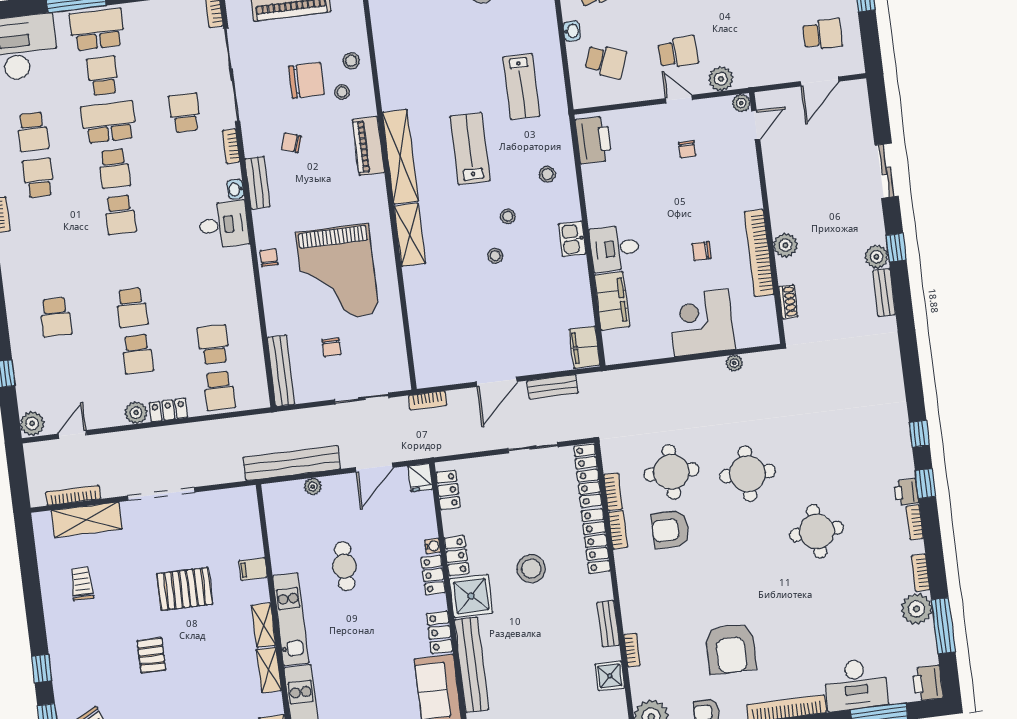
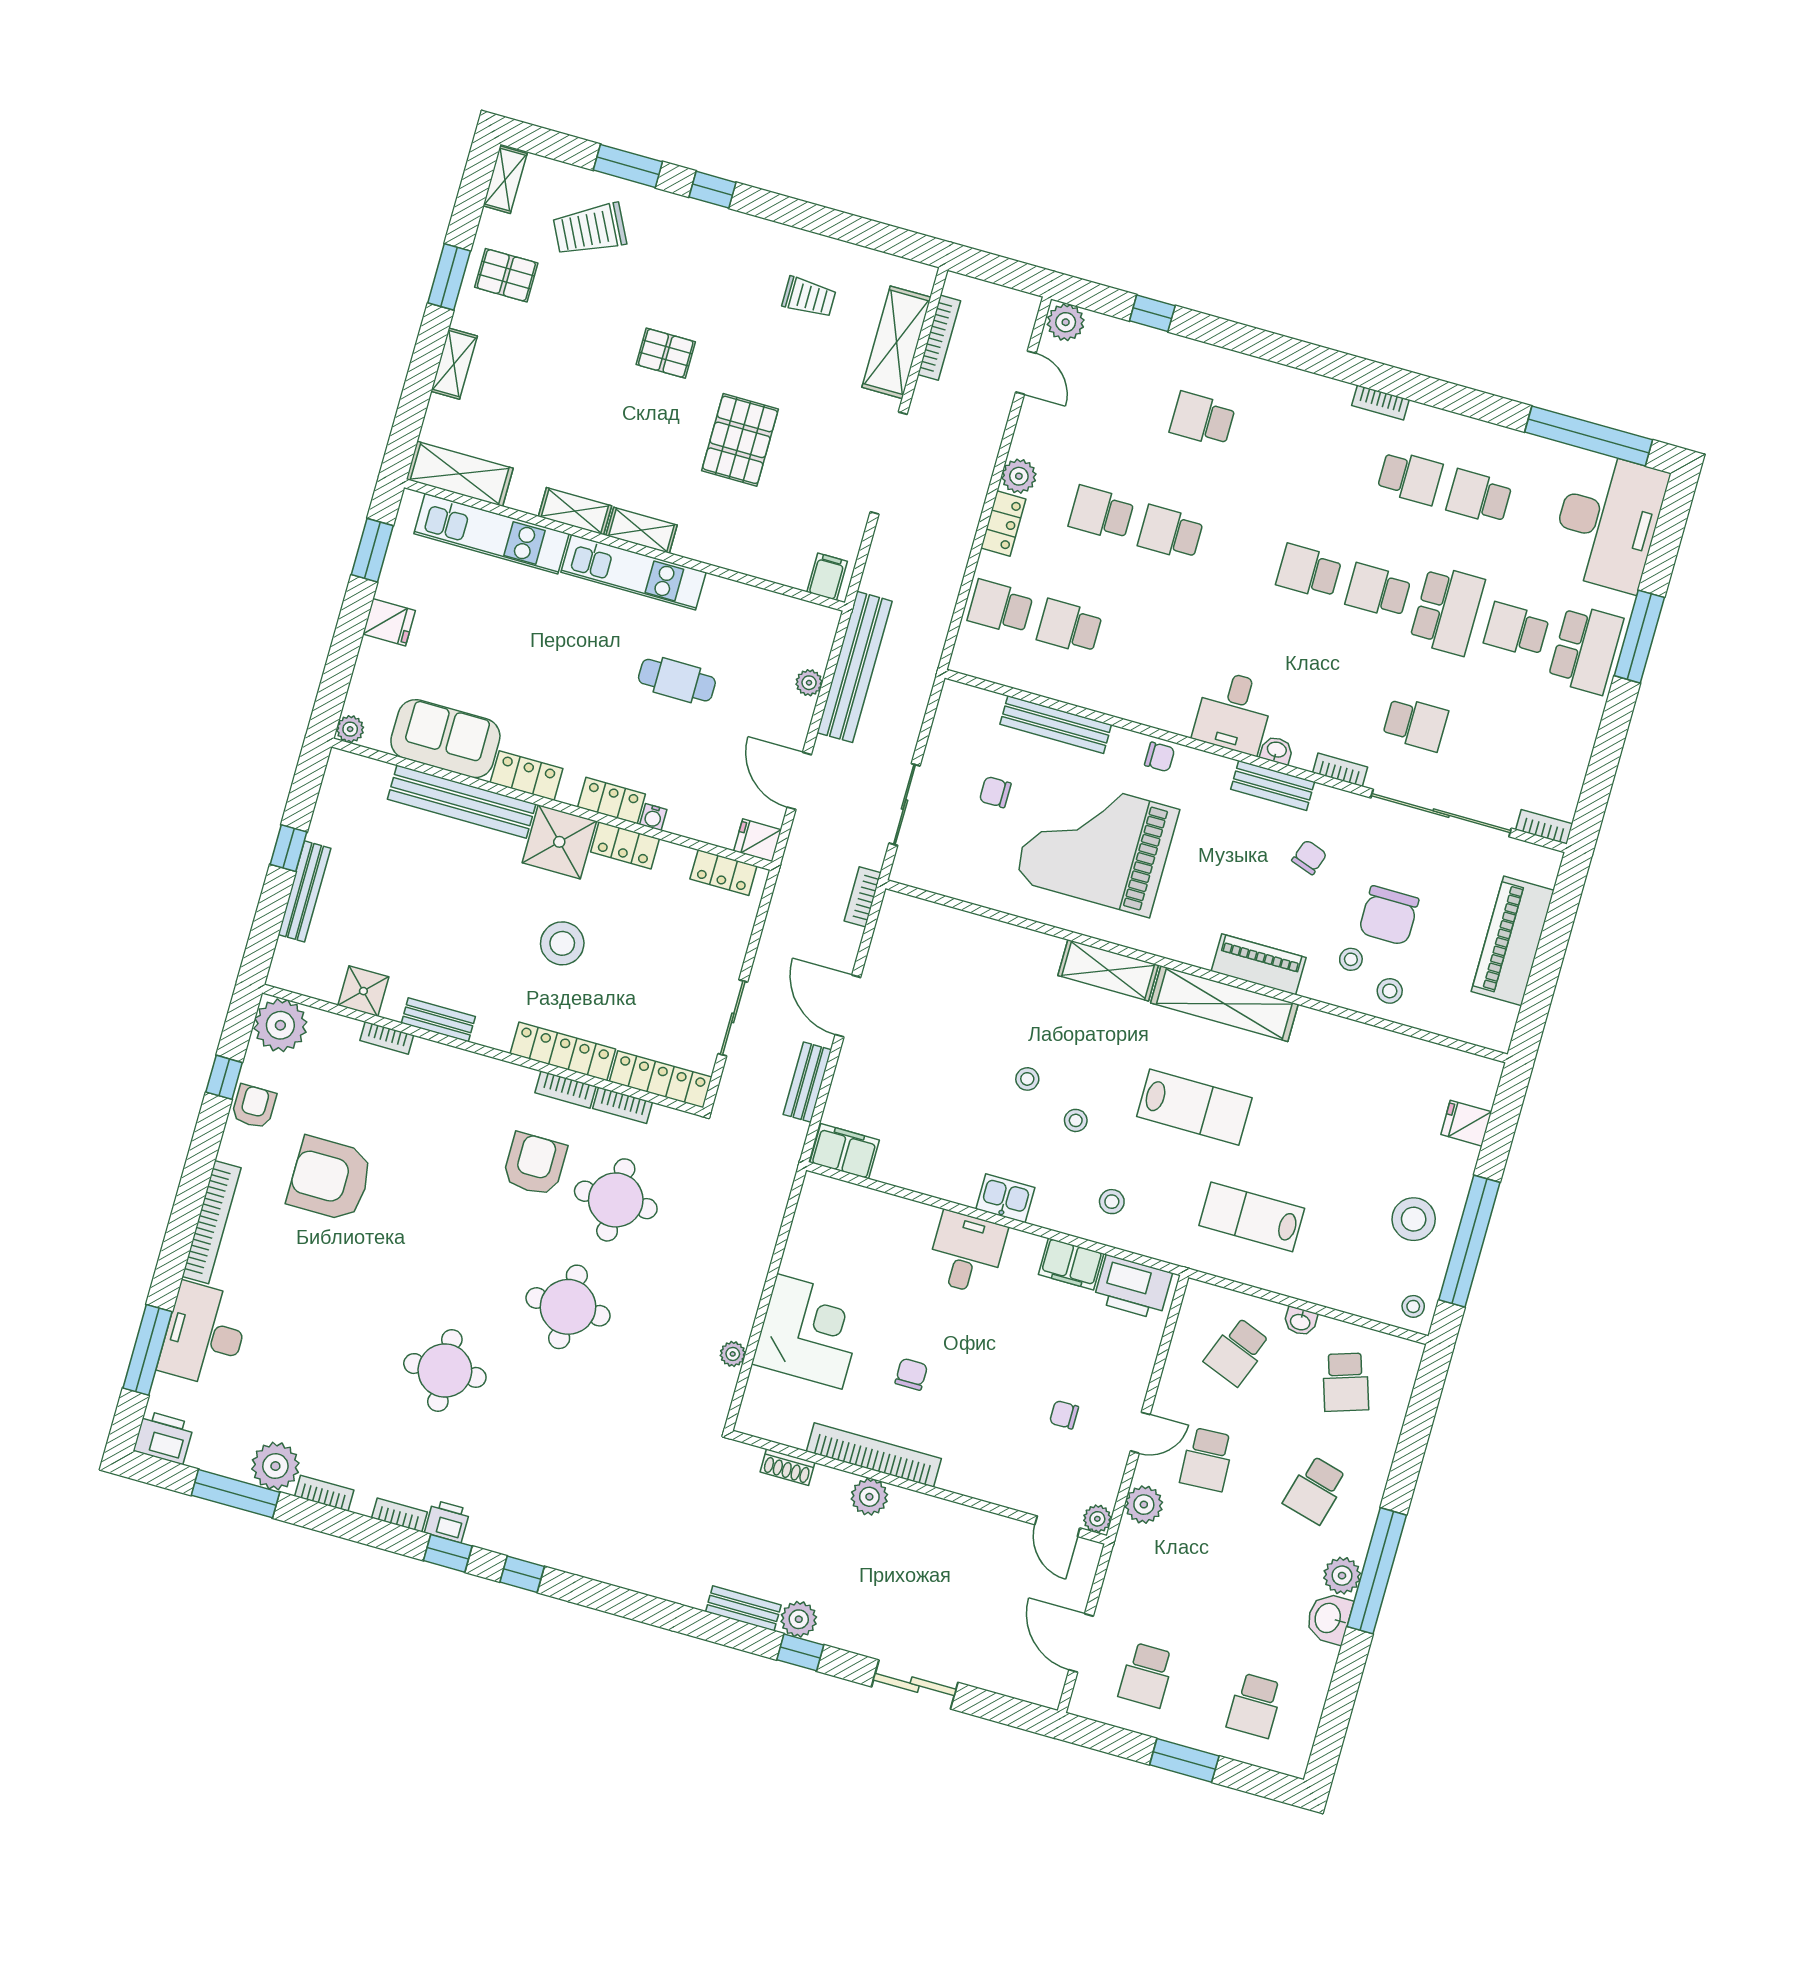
school desk: (103, 76) -> (1516, 630), turned 180
filing cabinet: (612, 301) -> (1071, 1264), moved, width x0.67, depth x0.86
school desk: (214, 344) -> (1069, 627), turned 180
bench: (281, 371) -> (1056, 725), moved
filing cabinet: (253, 569) -> (827, 577), moved

